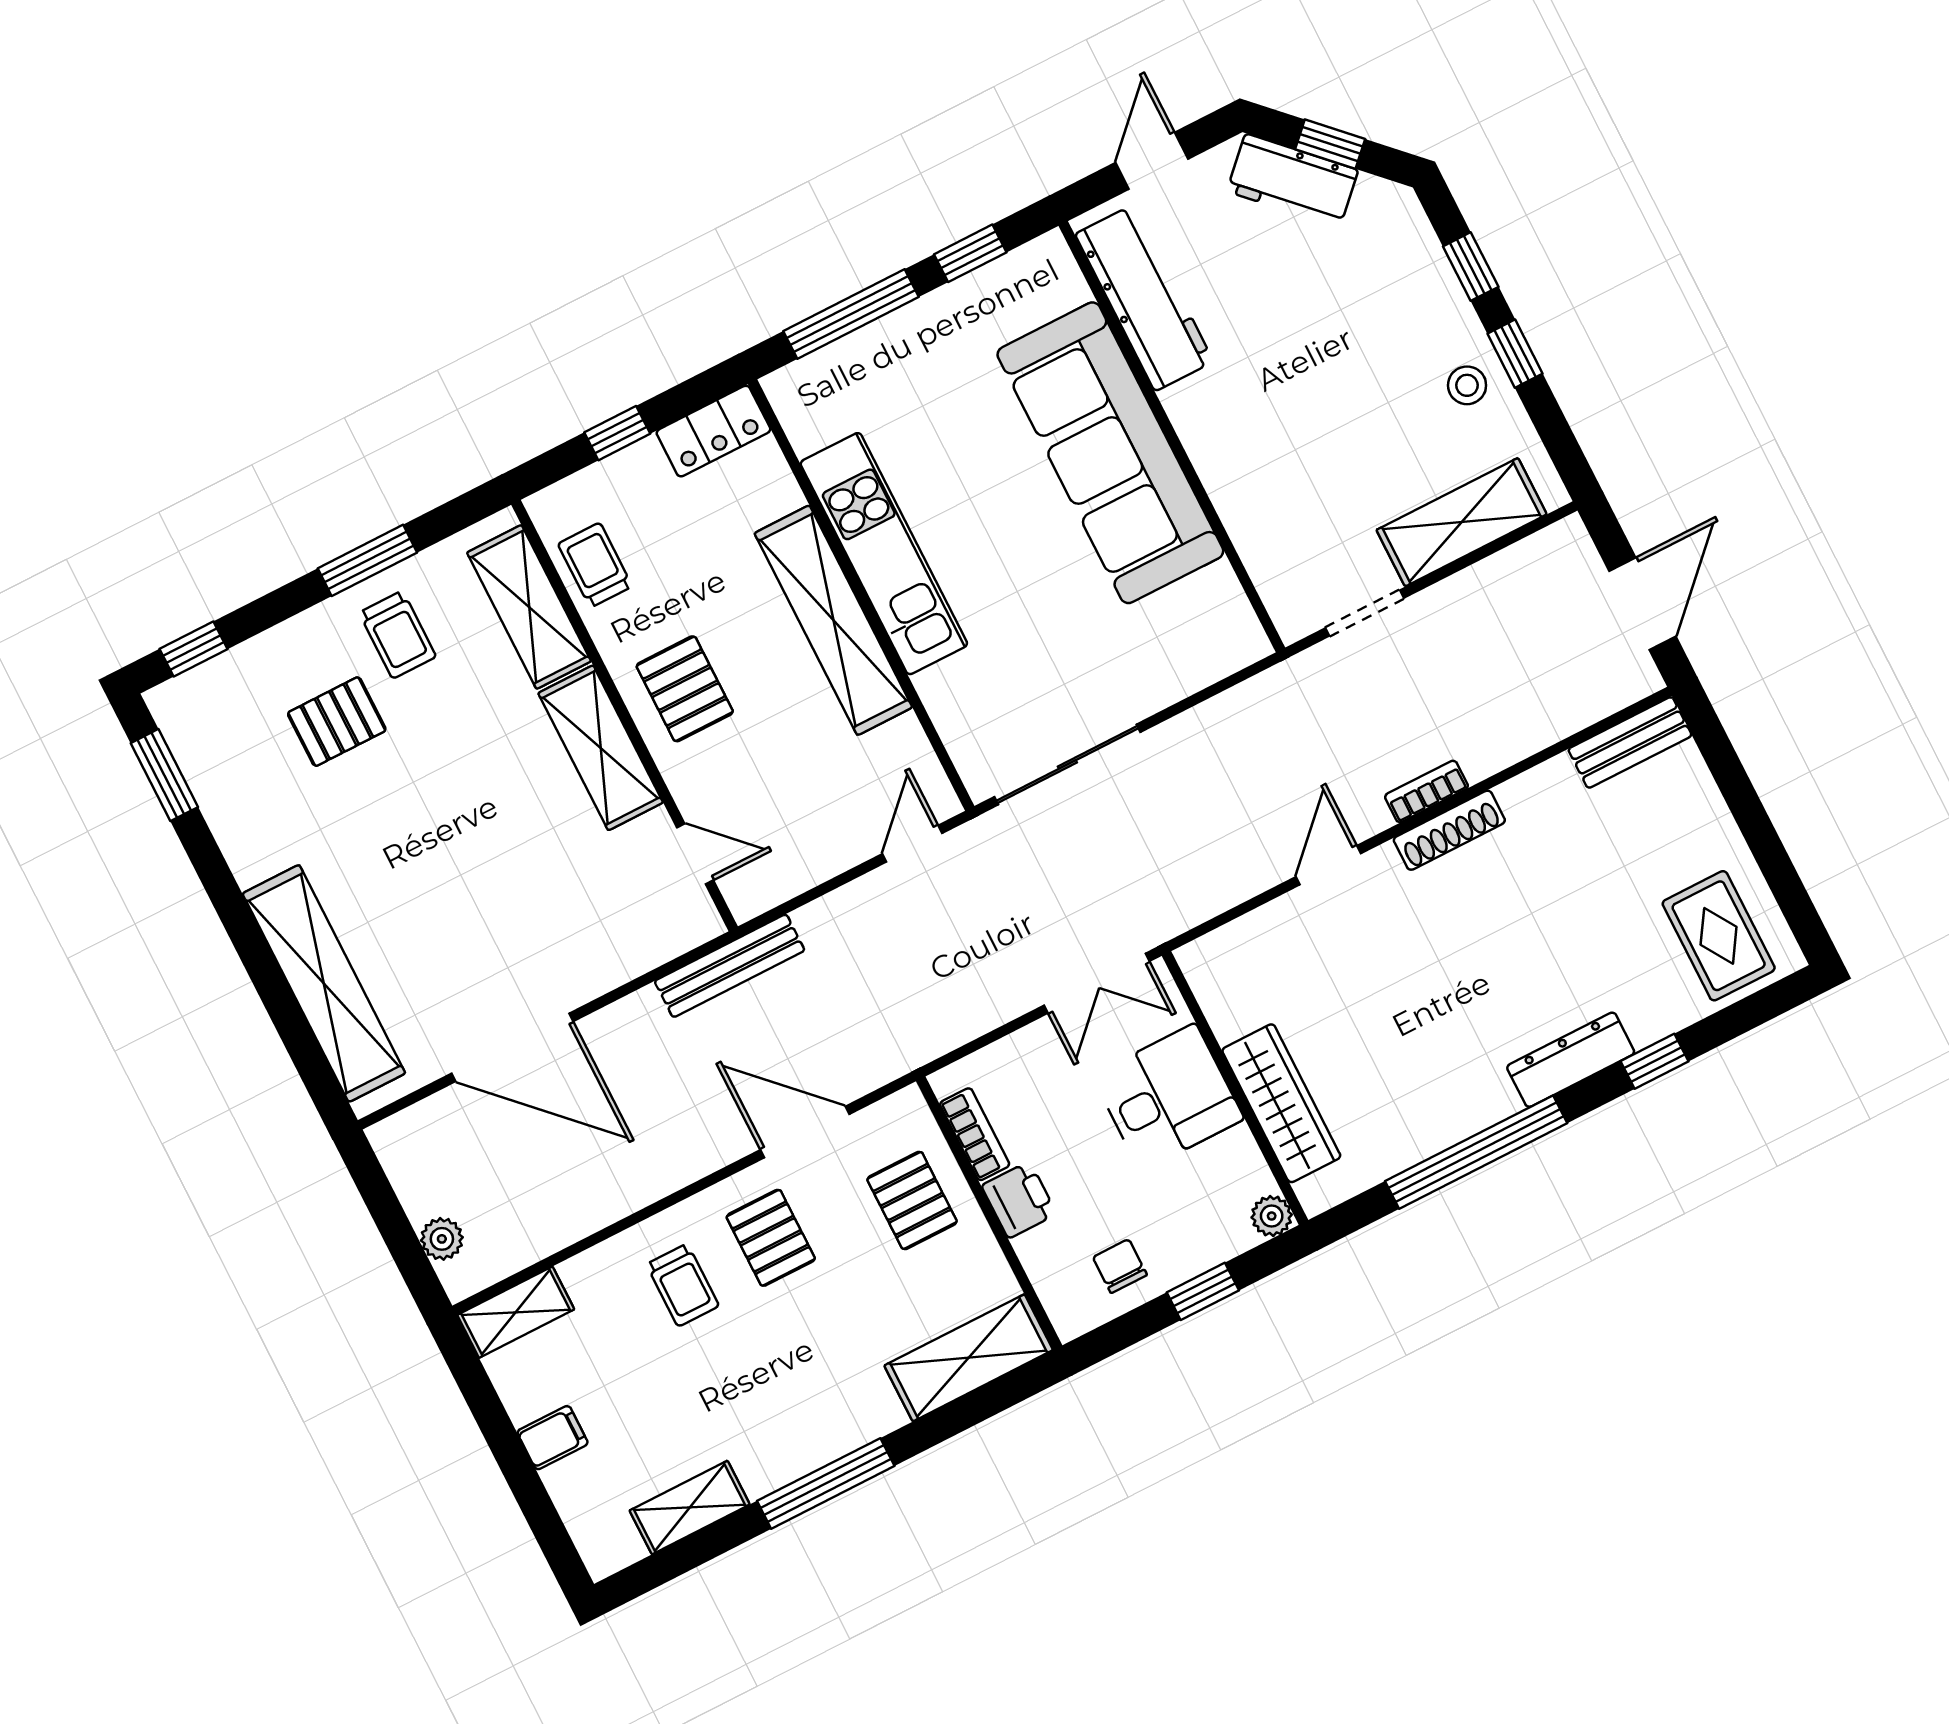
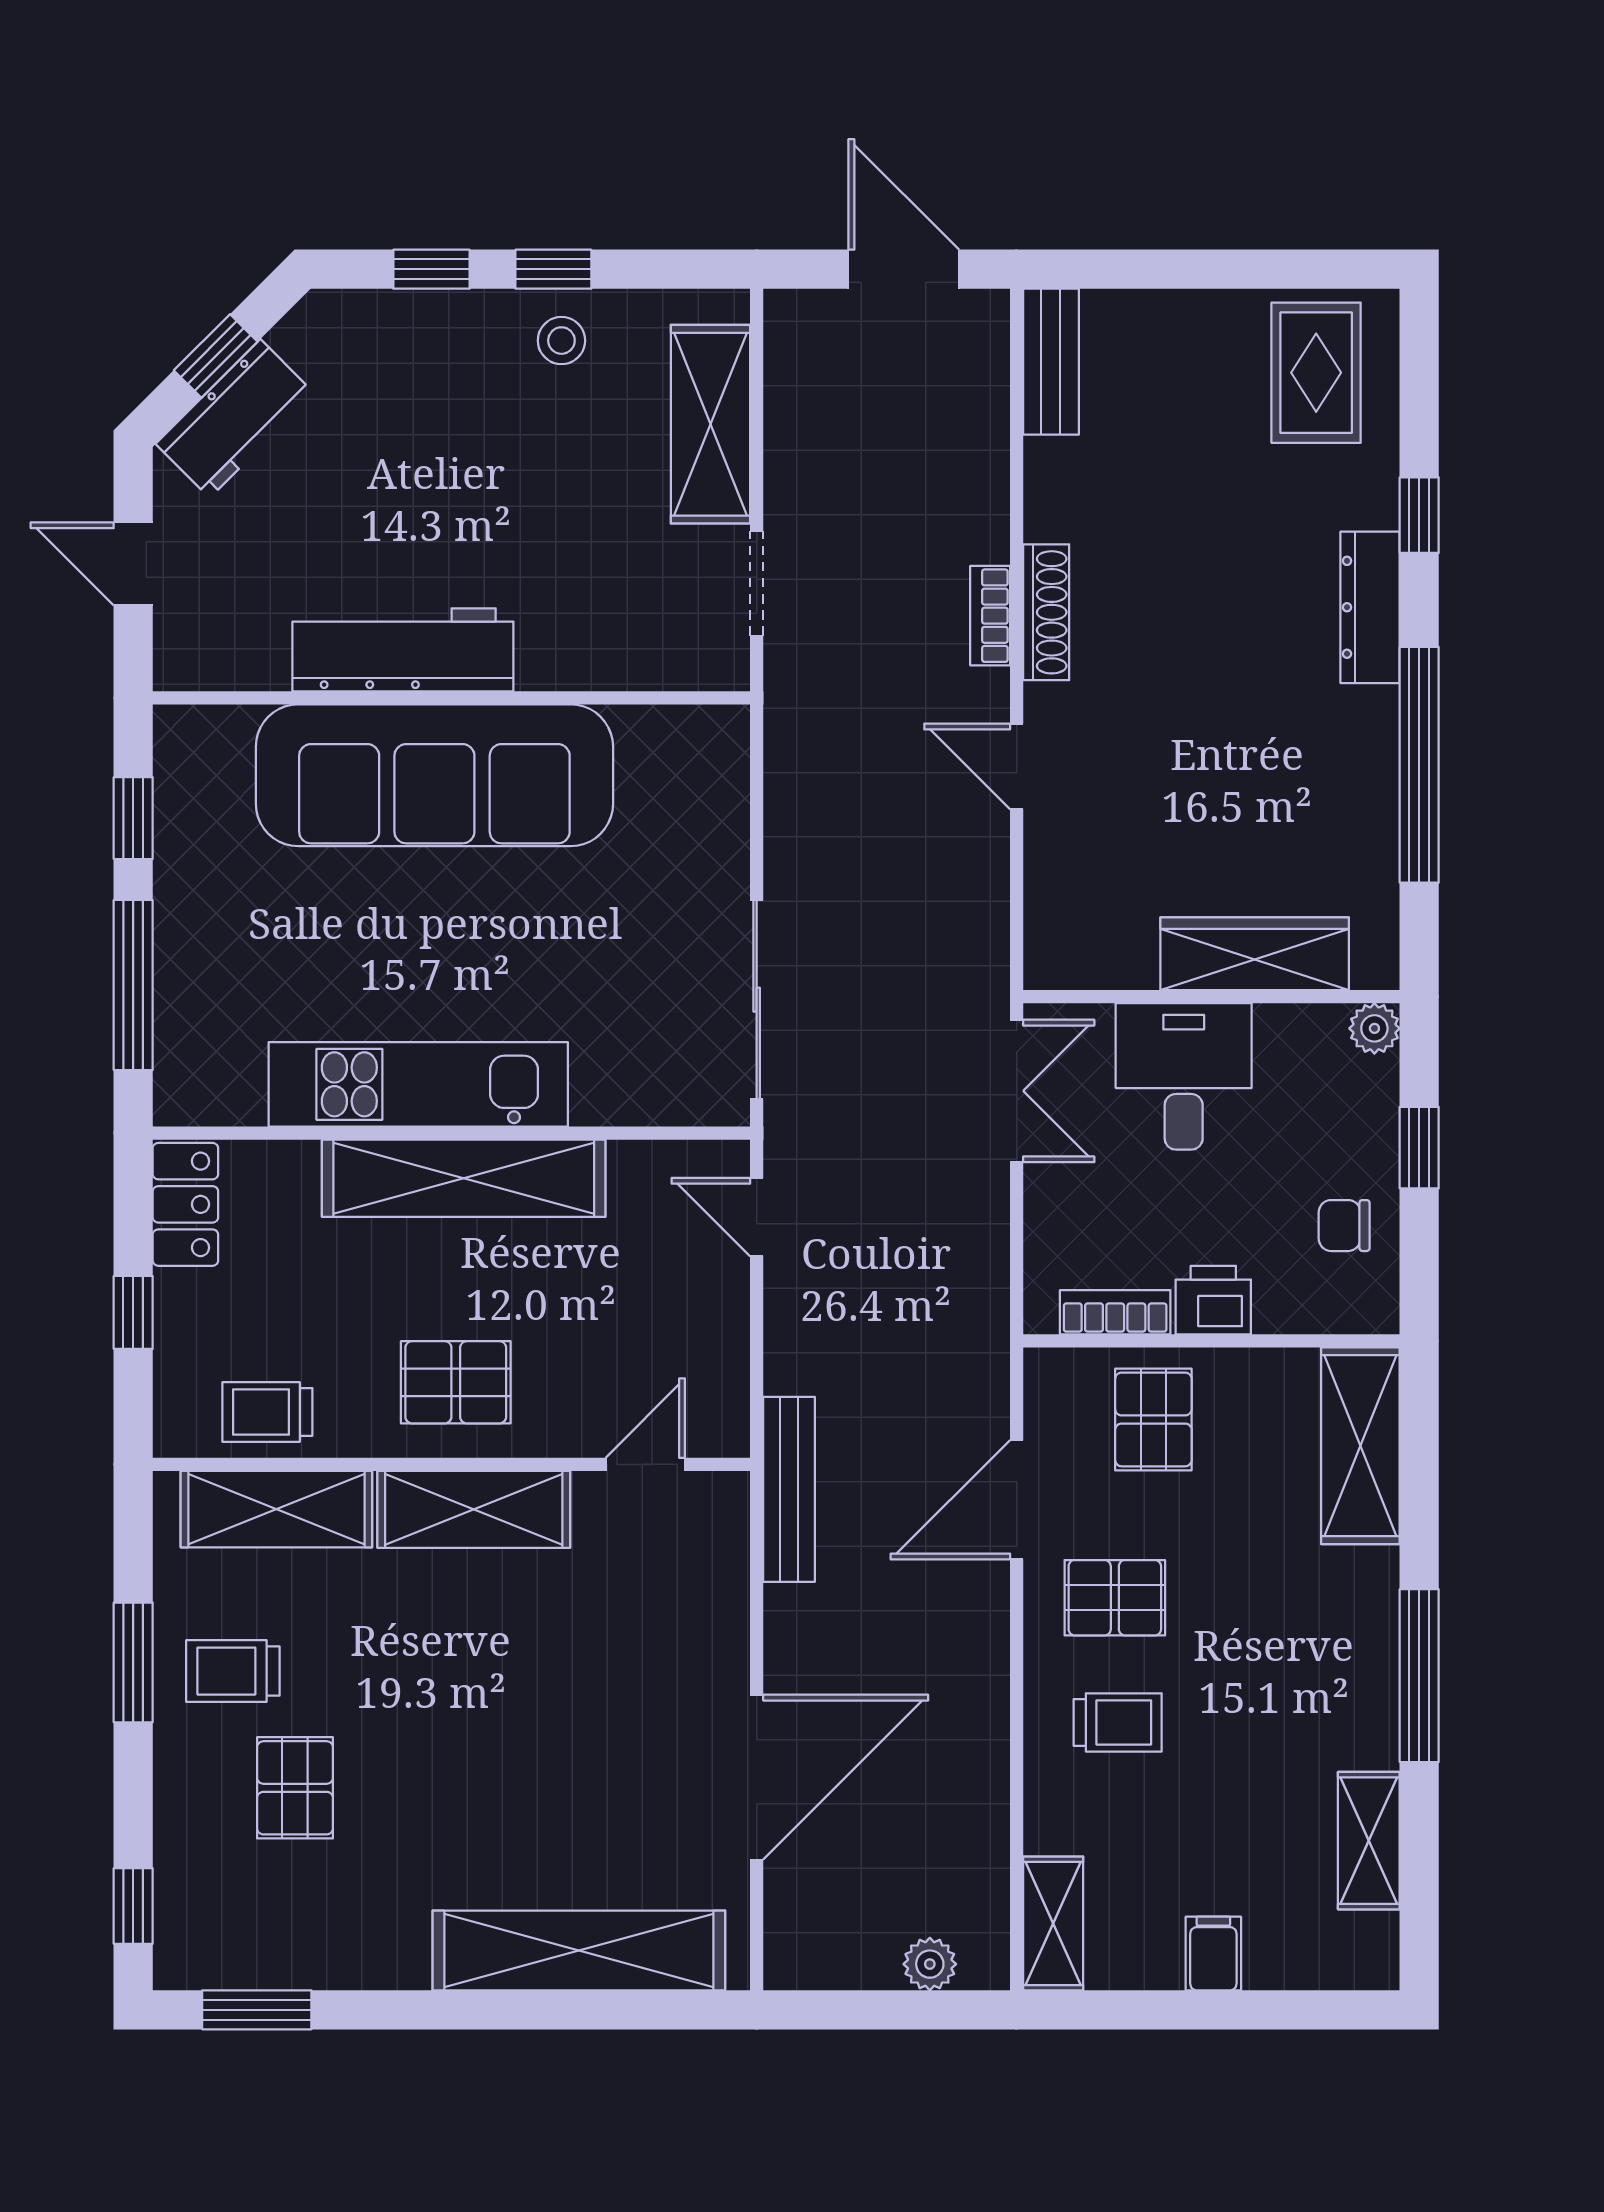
workbench: (1144, 298) -> (403, 650), moved
trolley: (398, 635) -> (233, 1671), turned 180
rug: (1719, 936) -> (1316, 373), turned 90
pallet: (912, 1200) -> (1153, 1419), turned 90

